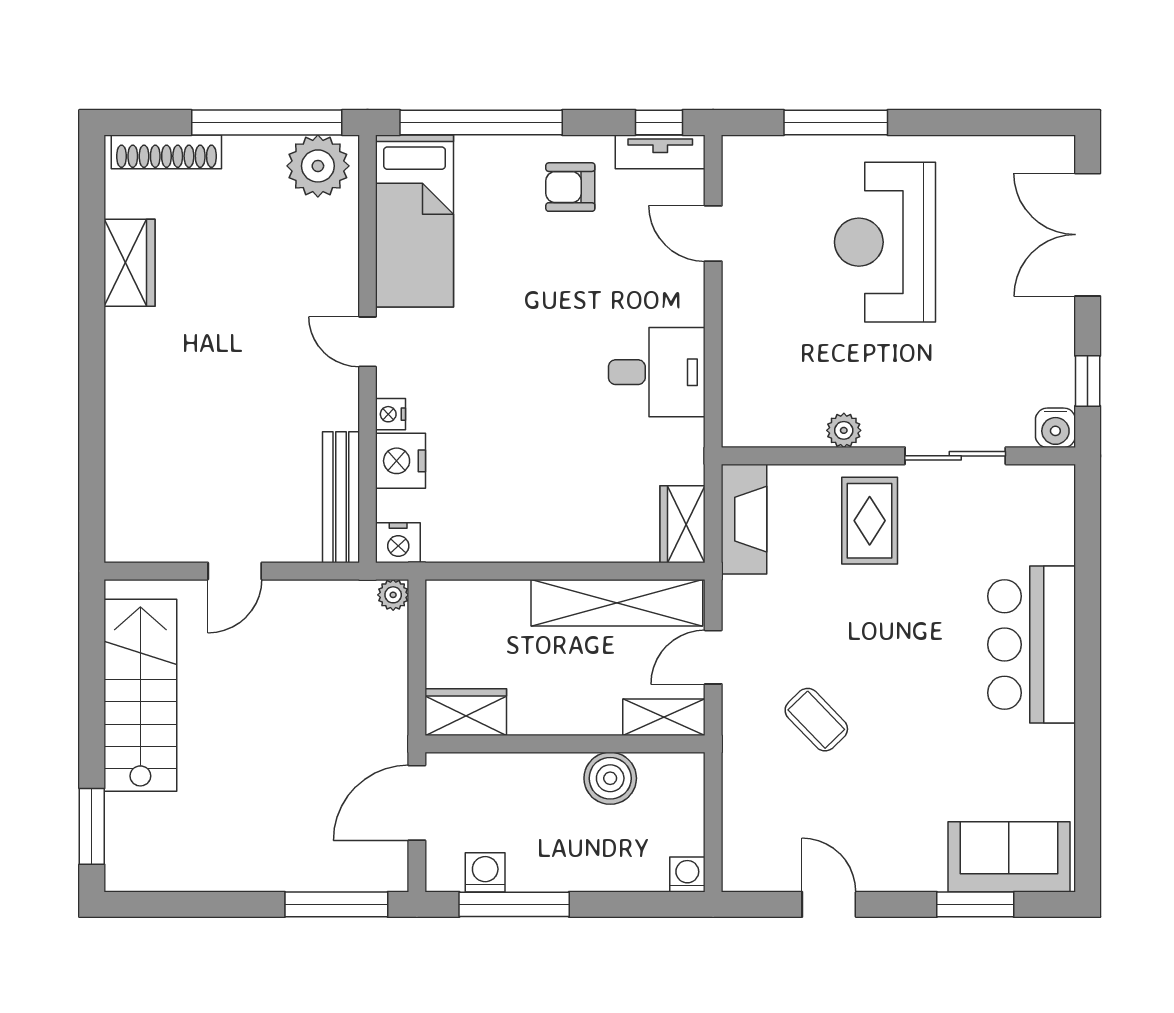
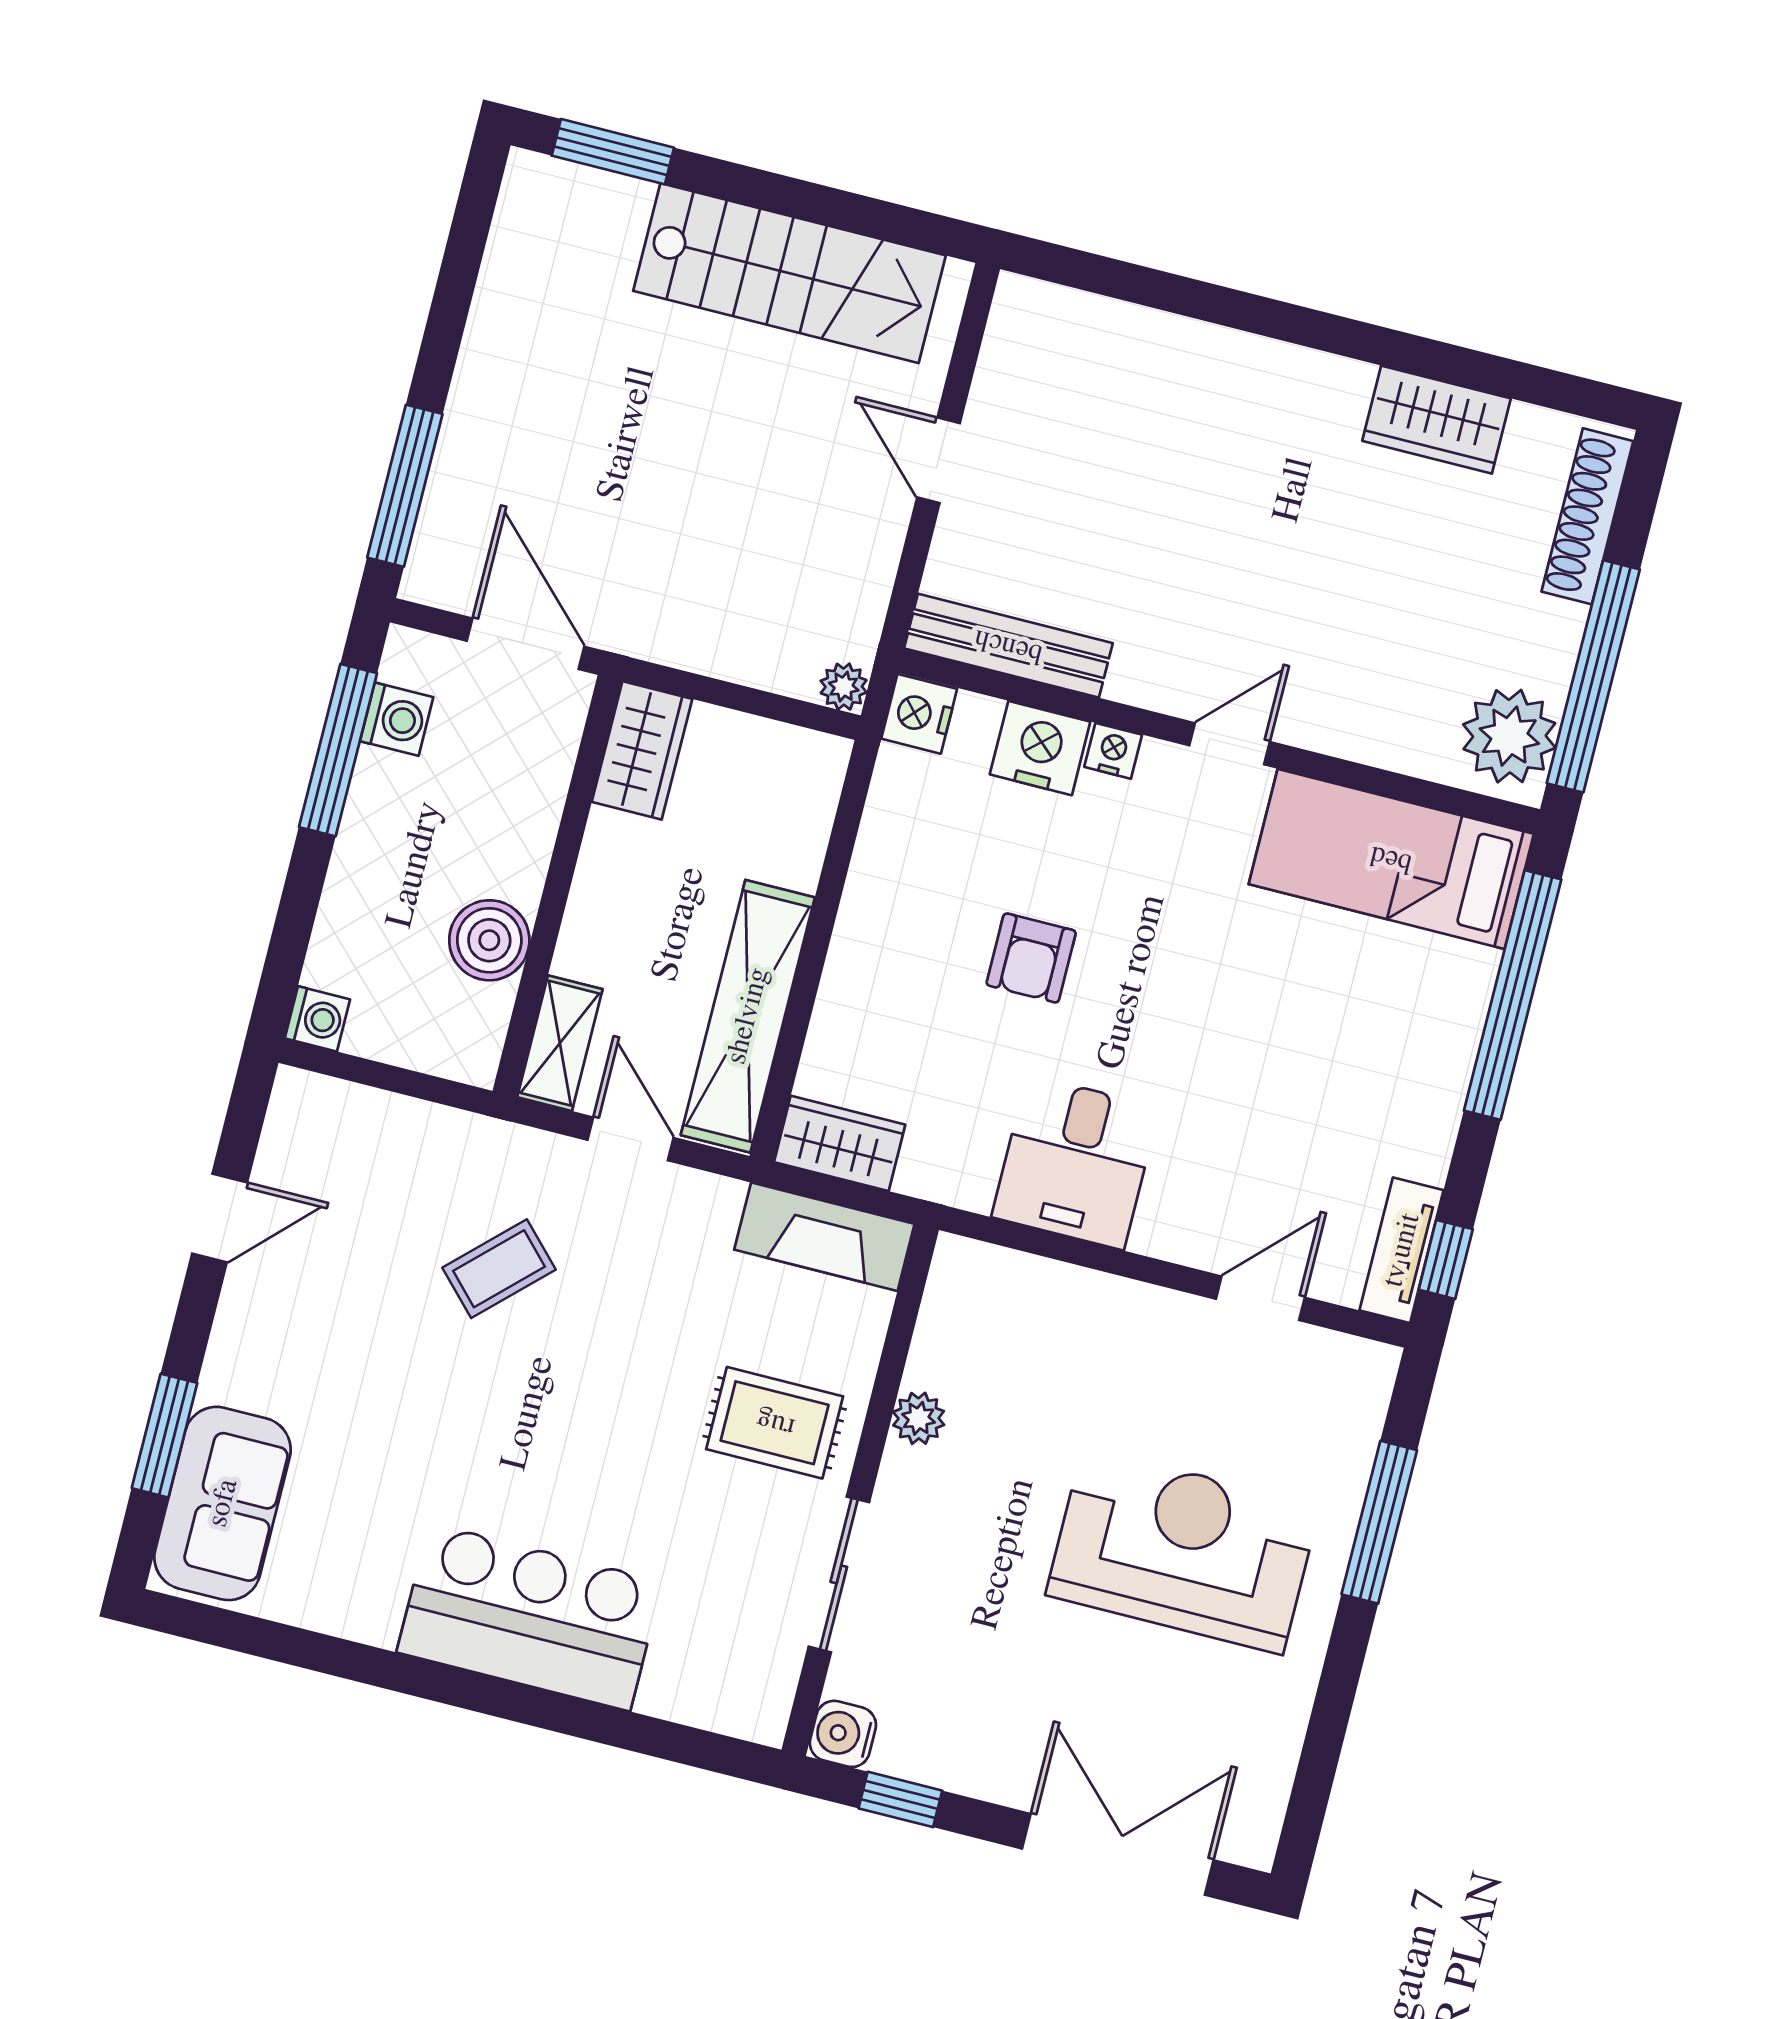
armchair: (570, 187) -> (1031, 958), moved, turned 180

